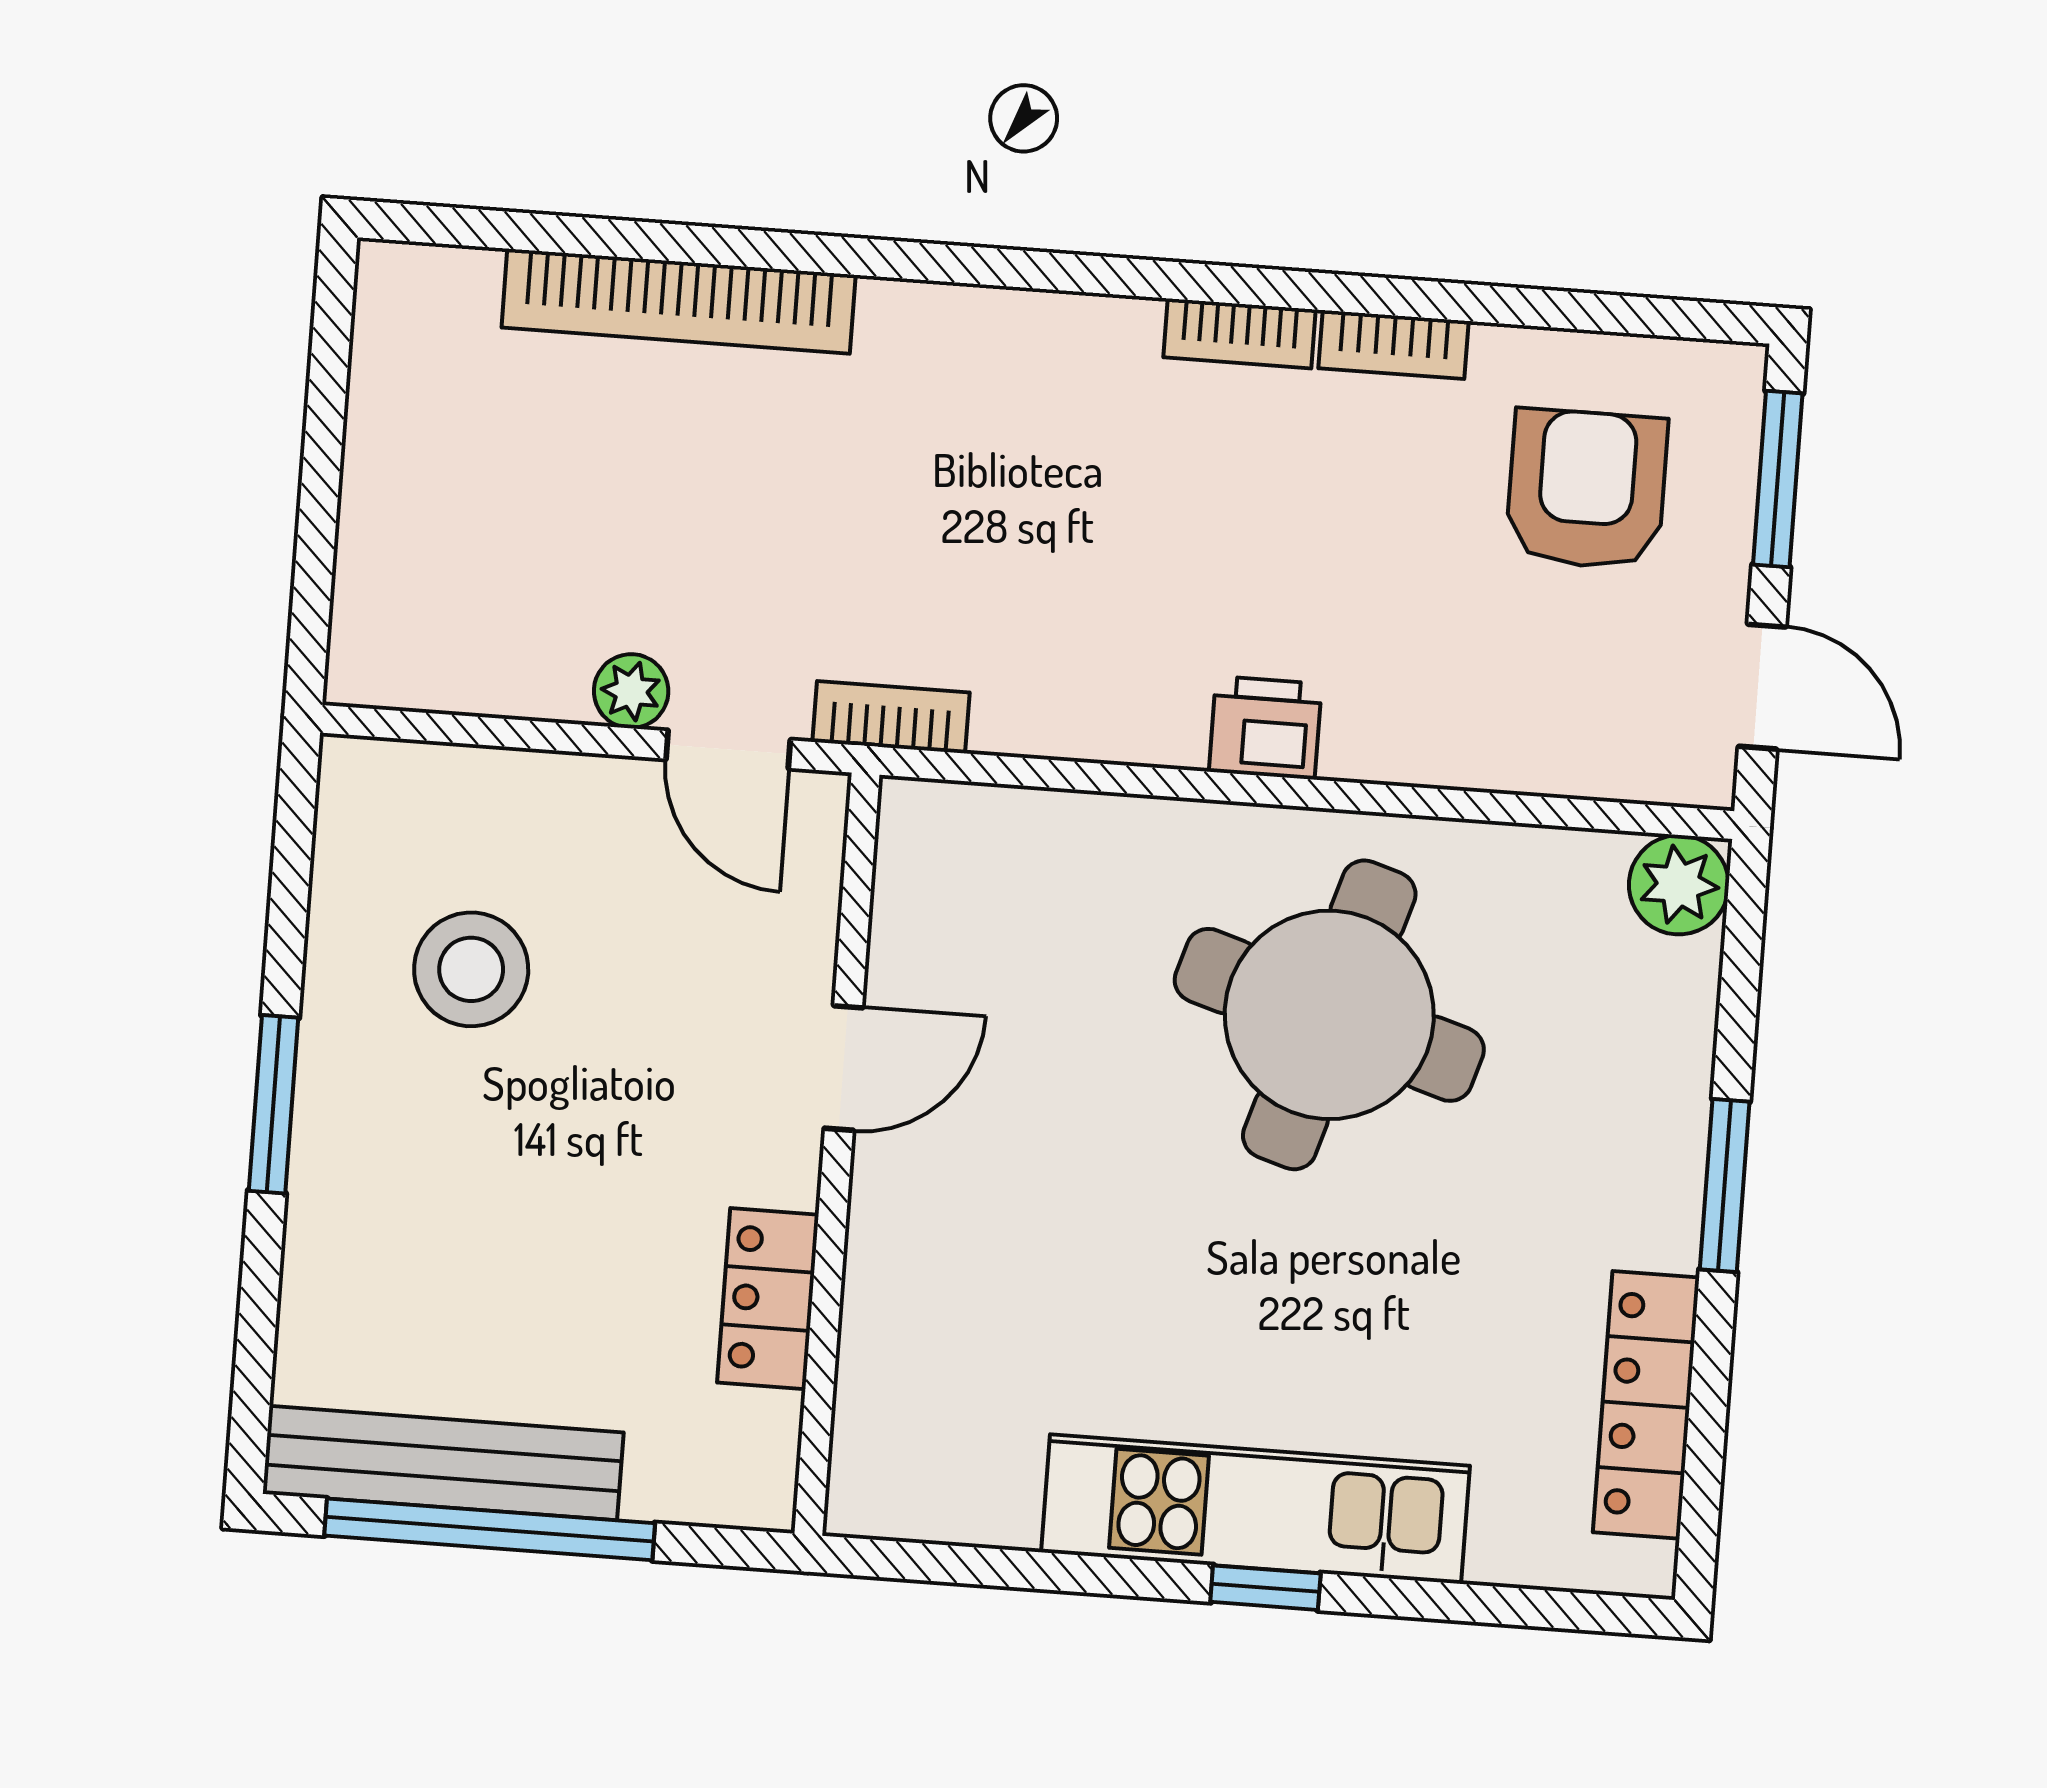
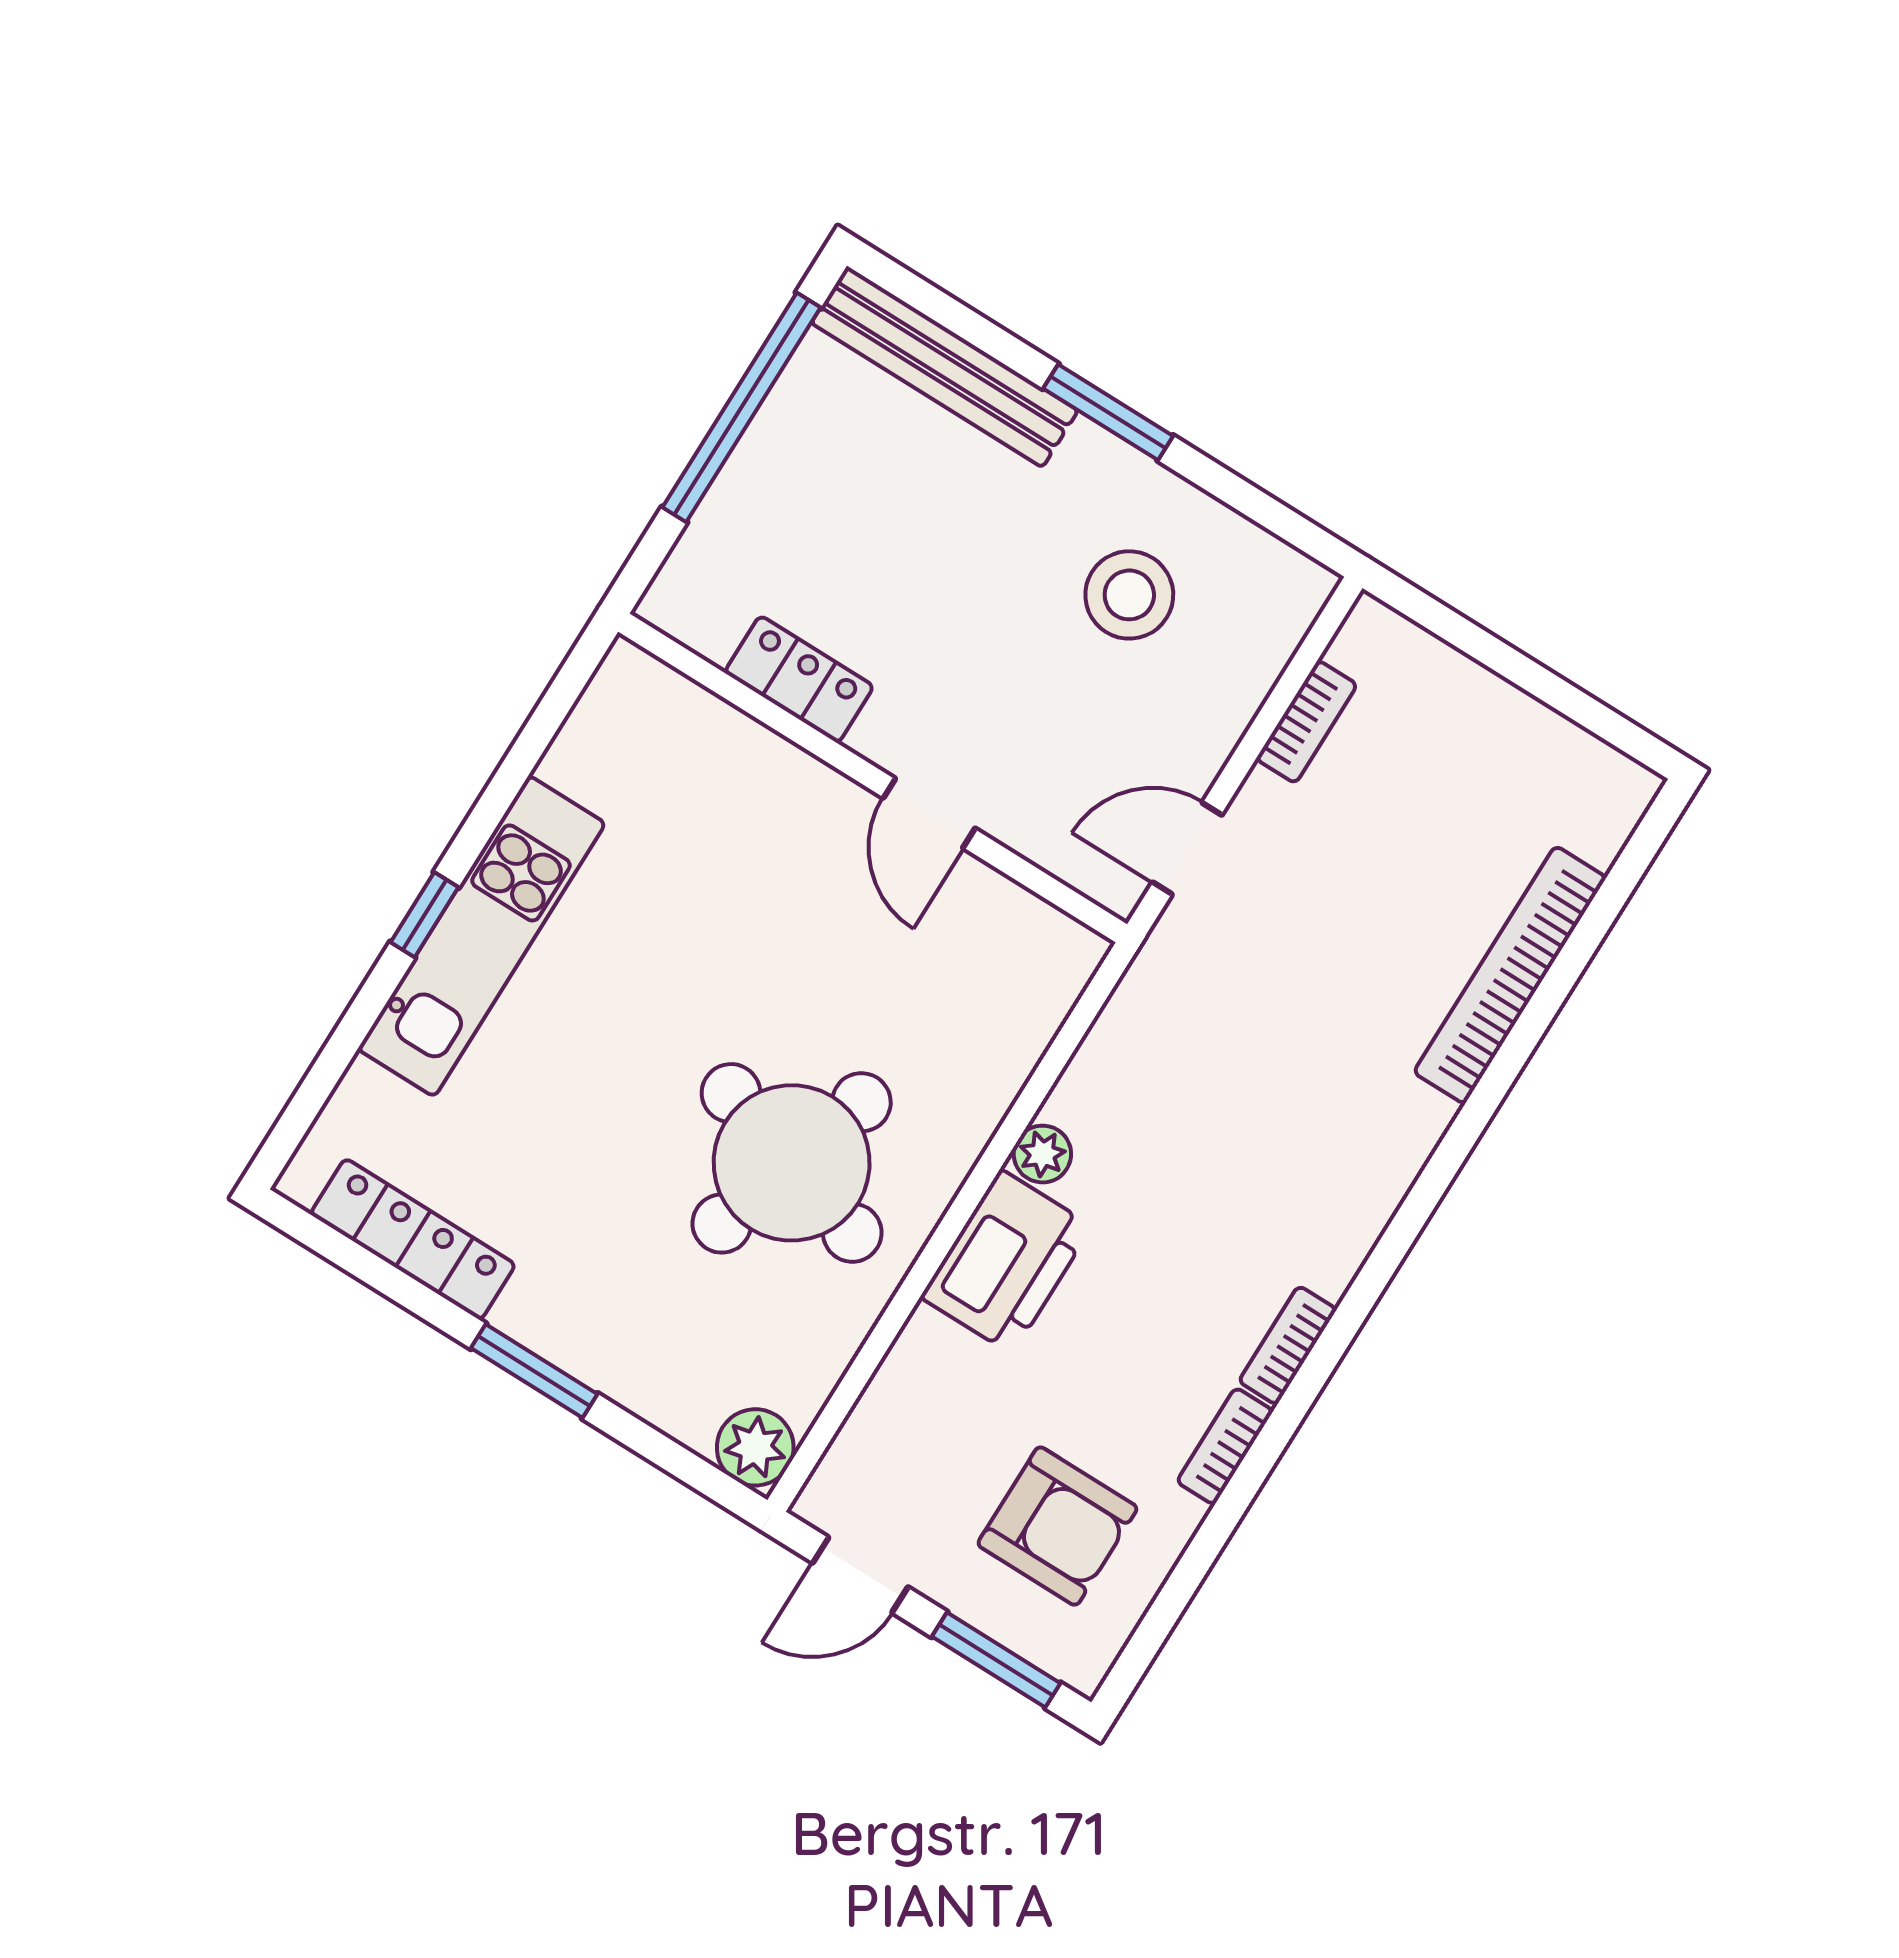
plant: (631, 691) -> (1042, 1154), moved
bookcase: (891, 717) -> (1307, 722), moved
printer: (1265, 728) -> (1006, 1262), width x1.87, depth x1.48
bench: (443, 1463) -> (945, 367), moved, turned 90

